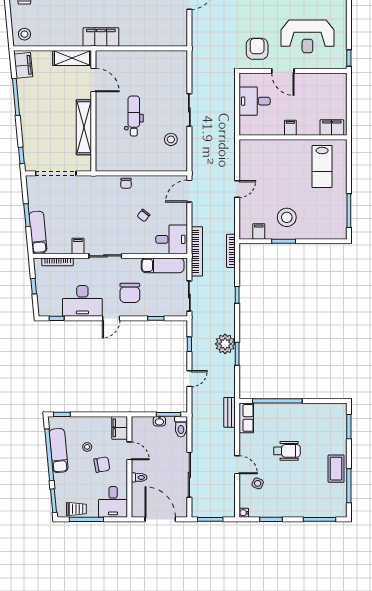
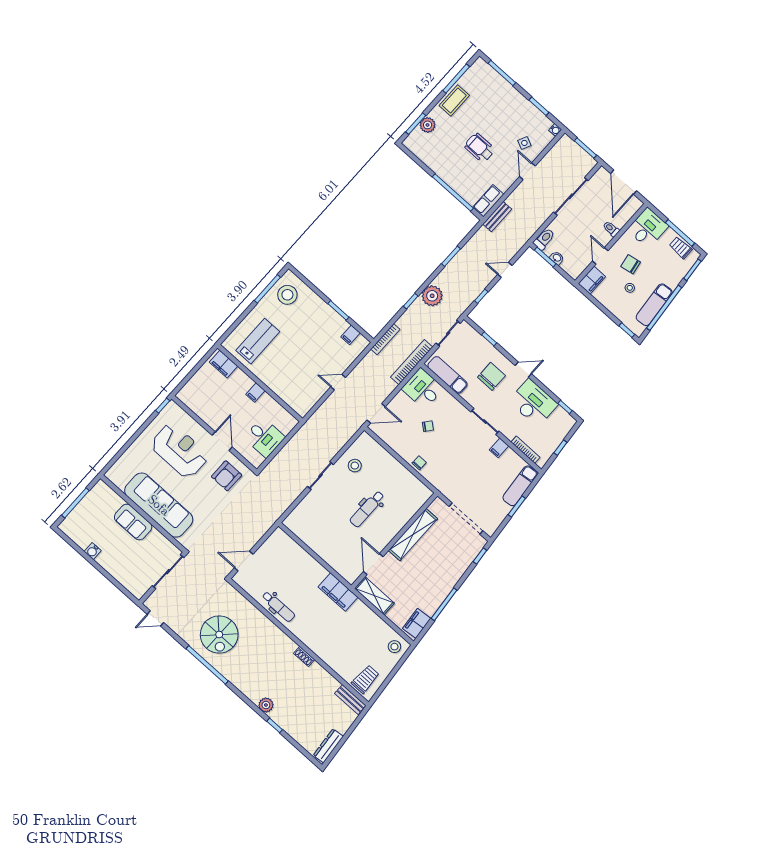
stool: (287, 217) -> (287, 295), moved
plant: (225, 344) -> (432, 296), moved
plant: (340, 433) -> (428, 125), added

